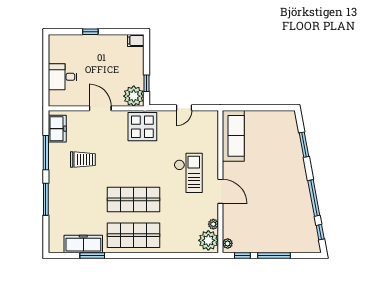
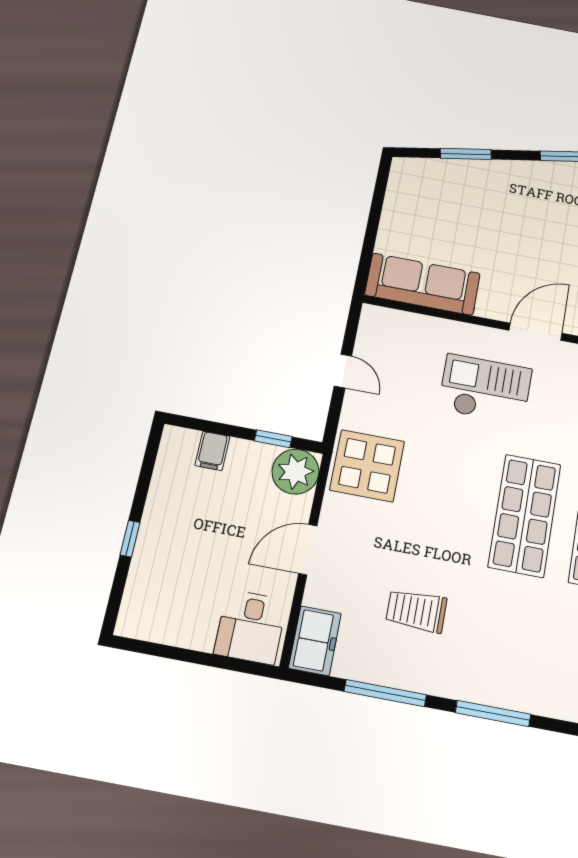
filing cabinet: (136, 41) -> (212, 451), moved
desk: (63, 77) -> (251, 627), moved
freezer: (57, 129) -> (315, 641), moved, turned 90
trolley: (83, 160) -> (416, 611), turned -90

